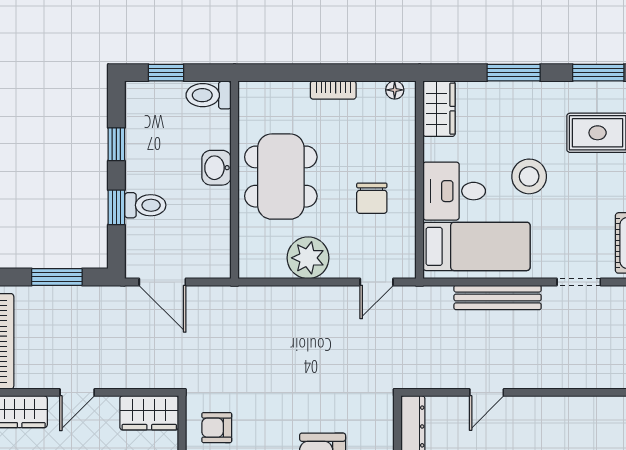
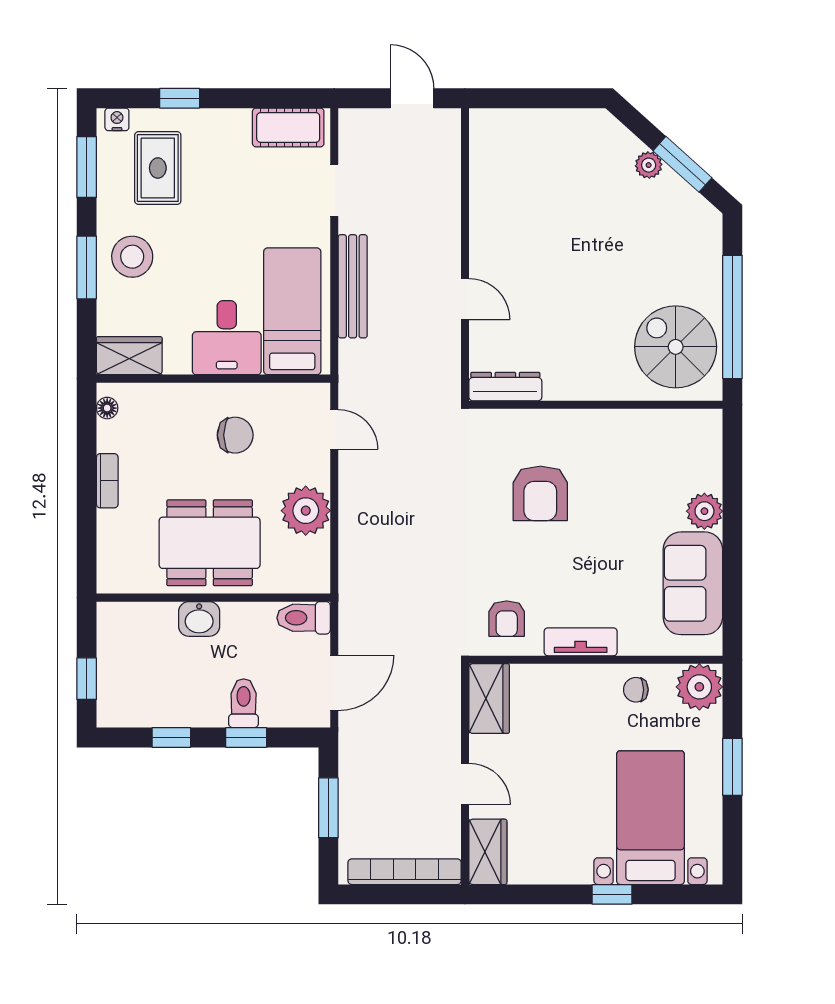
toilet: (209, 95) -> (304, 618), moved, turned 90
stool: (529, 176) -> (132, 257), moved

